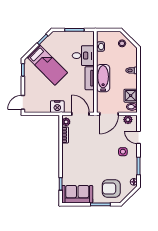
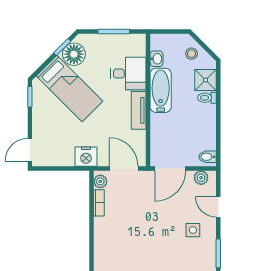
floor lamp: (50, 44) -> (74, 54), added
bathtub: (103, 78) -> (161, 90), moved
shower: (131, 96) -> (206, 80), moved

